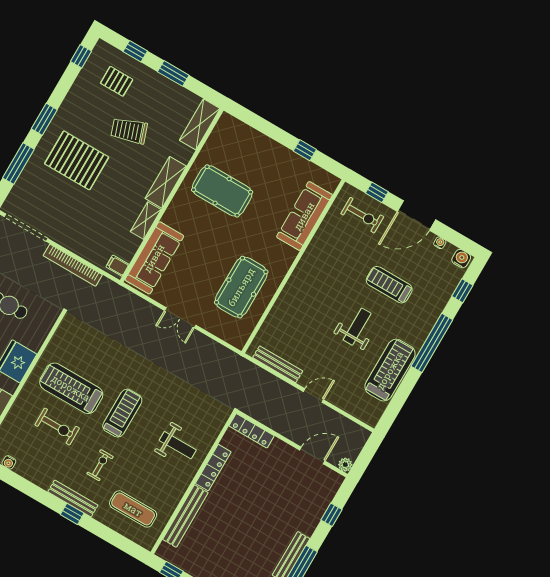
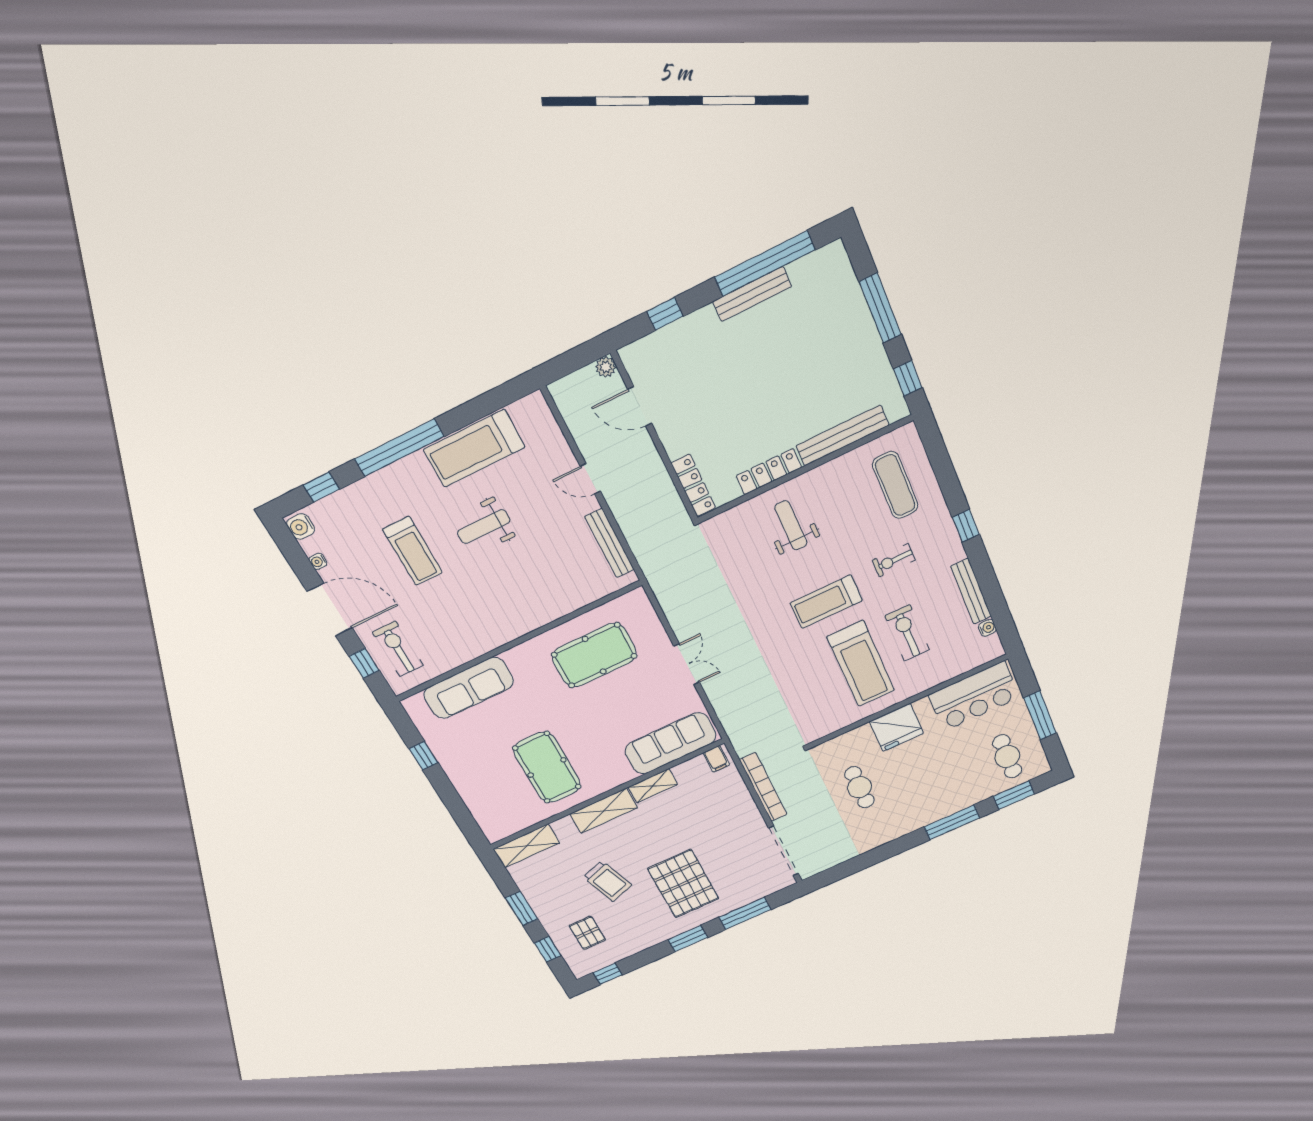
bench: (73, 498) -> (971, 591), moved

